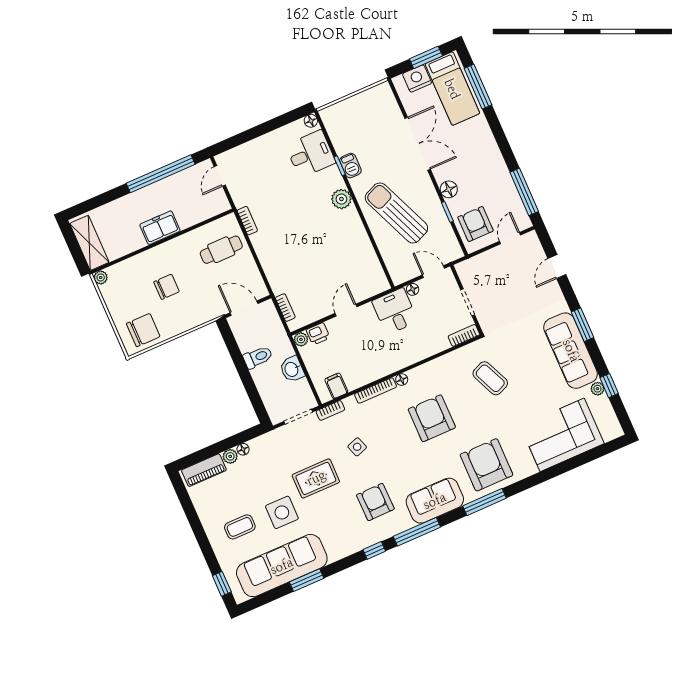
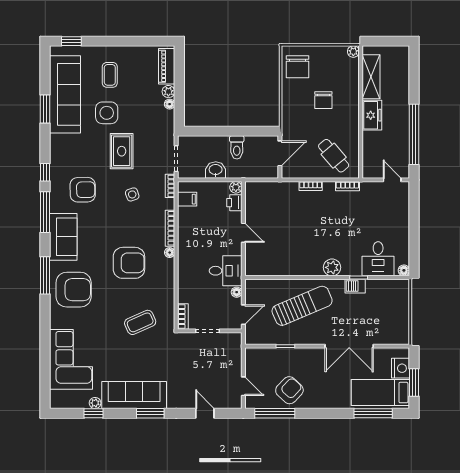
floor lamp: (449, 189) -> (303, 355), removed
armchair: (476, 224) -> (289, 390), moved, turned -47
shelving: (89, 243) -> (371, 77), moved, turned 90
cafe table: (221, 250) -> (334, 156), turned -40
bookcase: (285, 308) -> (311, 186), moved

